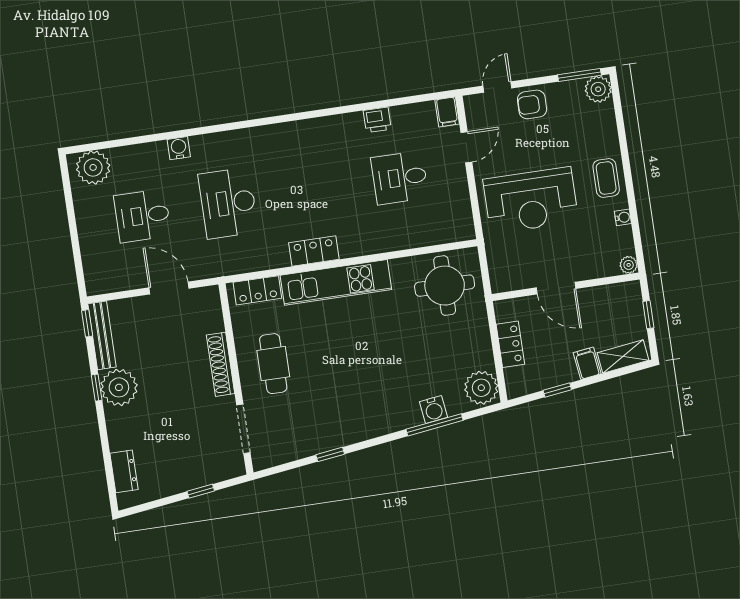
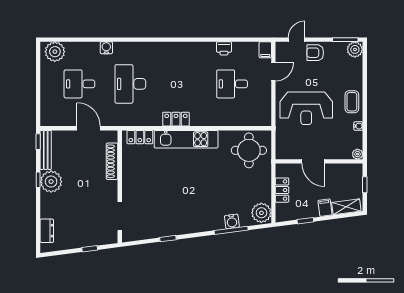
shoe rack: (221, 364) -> (112, 161), moved
cafe table: (273, 364) -> (143, 181), removed

